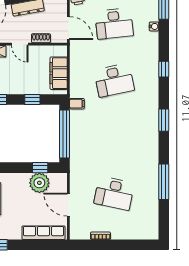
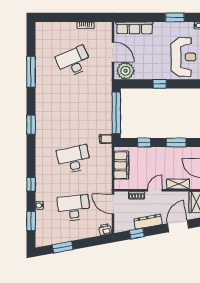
door: (20, 44) -> (155, 190), hinge flipped
window: (164, 69) -> (31, 184), moved
window: (40, 168) -> (160, 84), moved
plant: (39, 183) -> (126, 71), moved
desk: (114, 193) -> (74, 62), turned -36

